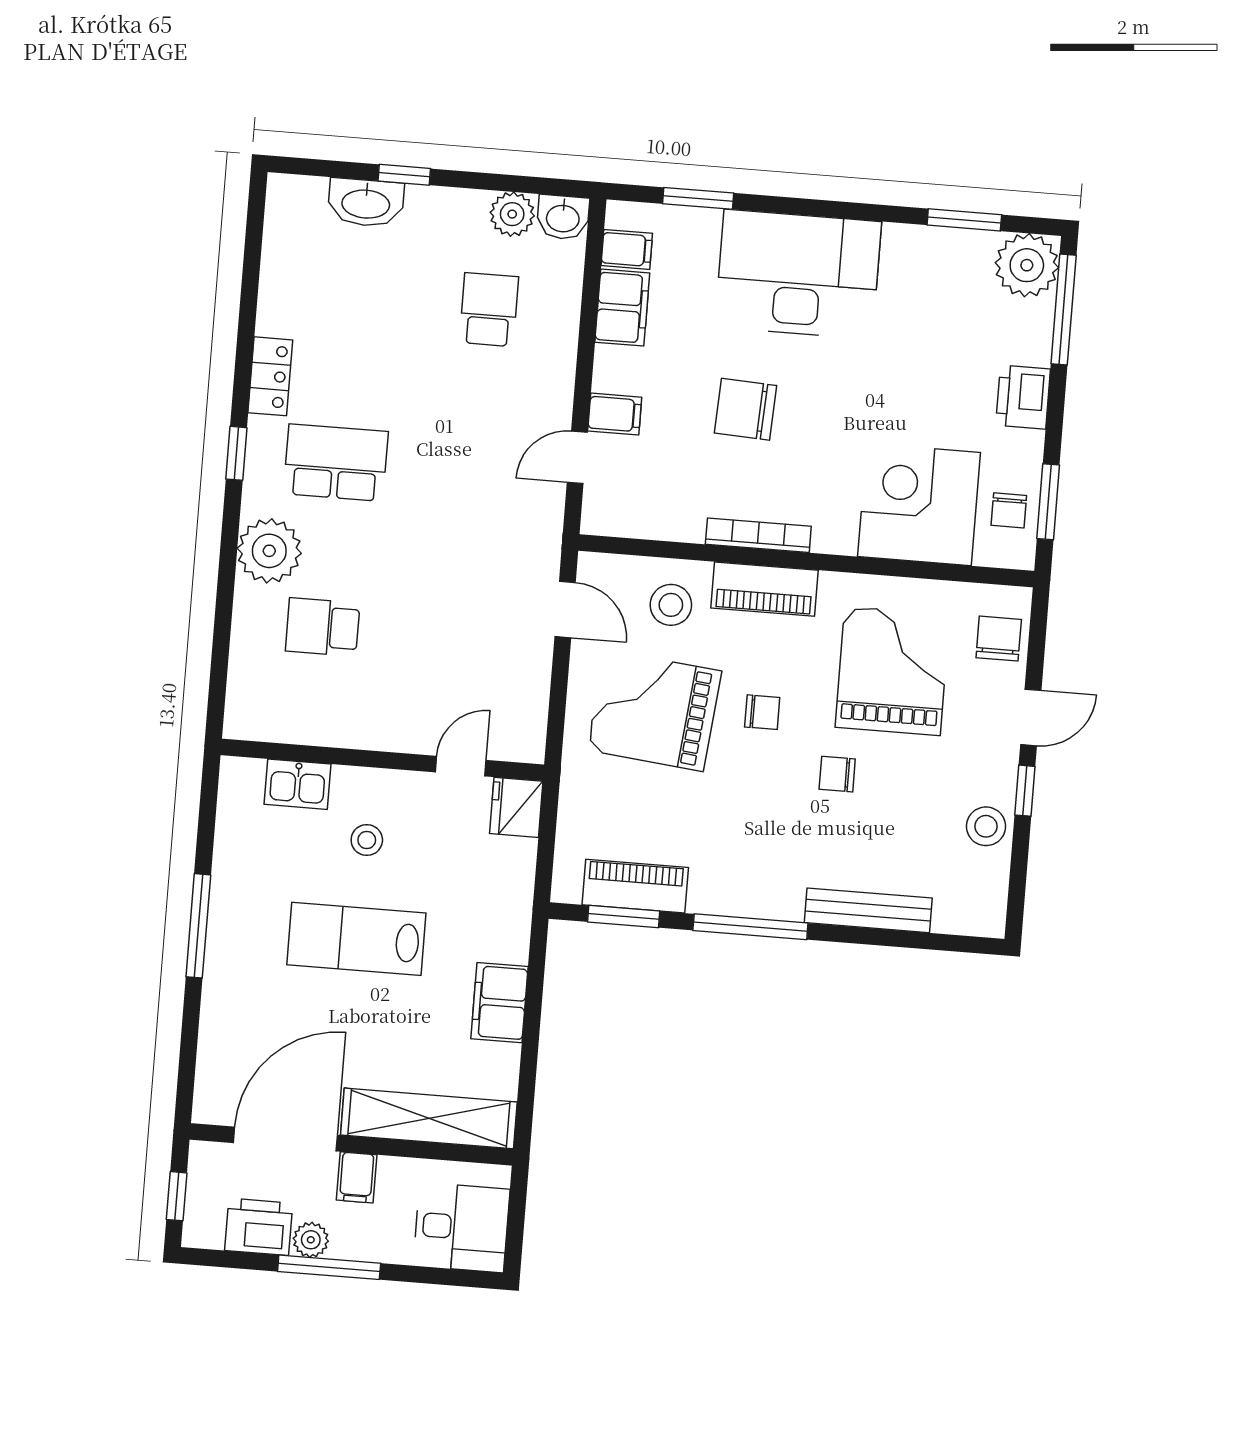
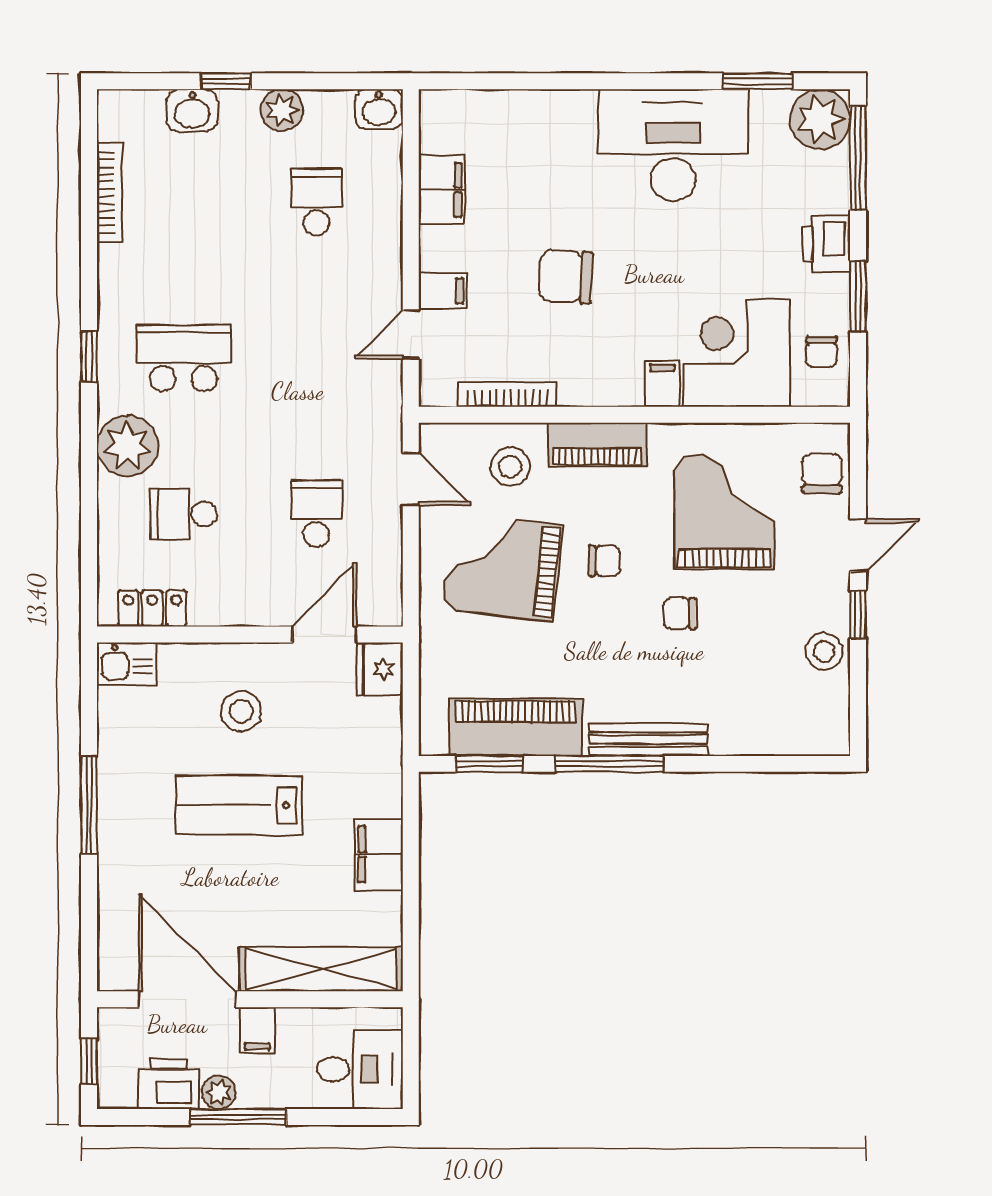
window: (698, 198) -> (505, 81), removed
washbasin: (366, 203) -> (192, 111), width x0.72
plant: (512, 214) -> (282, 110), moved
filing cabinet: (627, 249) -> (662, 384), moved, turned -90
desk: (798, 274) -> (673, 145), moved
bookcase: (272, 282) -> (110, 193), added
locker: (270, 376) -> (152, 608), moved, turned -90
window: (1048, 502) -> (858, 296), moved
bookcase: (758, 535) -> (507, 394), moved
school desk: (463, 638) -> (316, 514), added
door: (461, 766) -> (324, 634), width x1.38
kitchen sink: (297, 784) -> (127, 664), moved
stool: (367, 840) -> (241, 711), width x1.37, depth x1.37
piano: (635, 886) -> (516, 727), width x1.37, depth x1.33
bench: (868, 910) -> (648, 739), moved
door: (285, 1139) -> (187, 999), hinge flipped

